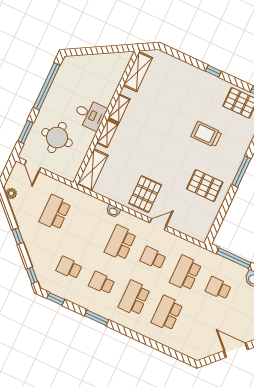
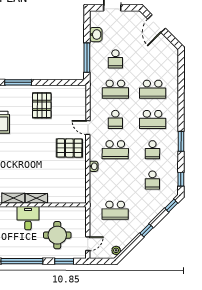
shelving: (93, 170) -> (69, 197), removed

